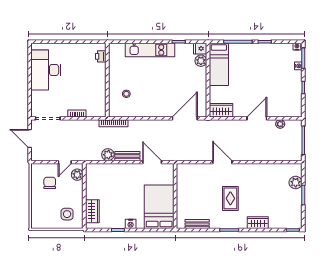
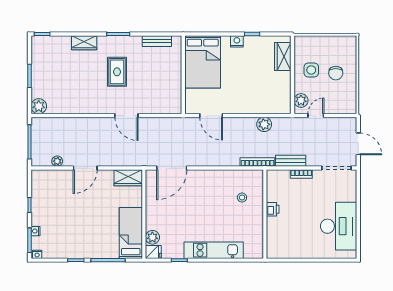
printer: (101, 56) -> (273, 209), moved
bench: (127, 156) -> (291, 161), moved
chair: (50, 183) -> (336, 73), moved
plant: (296, 183) -> (39, 106), moved
side table: (67, 214) -> (311, 70), moved

